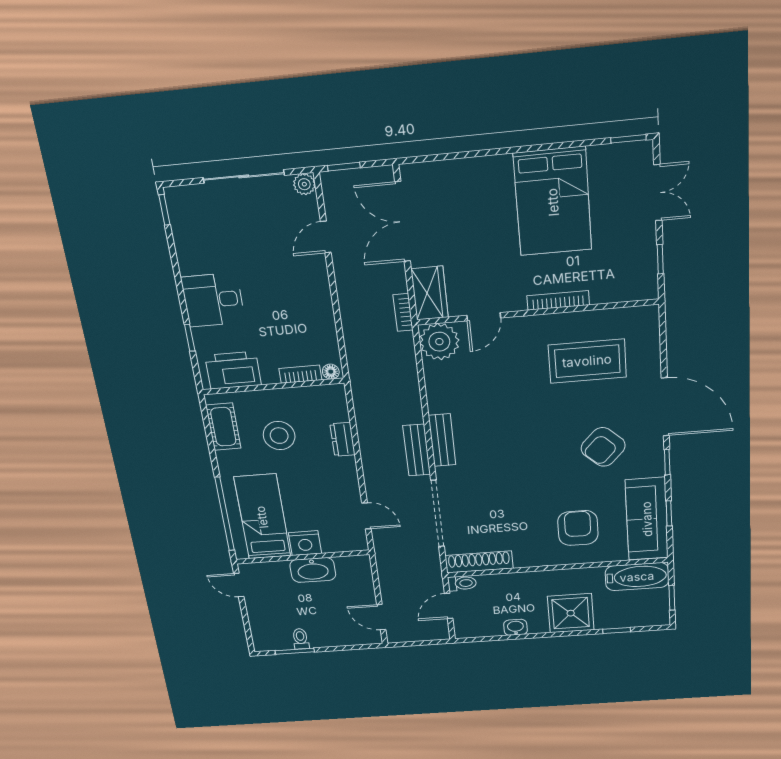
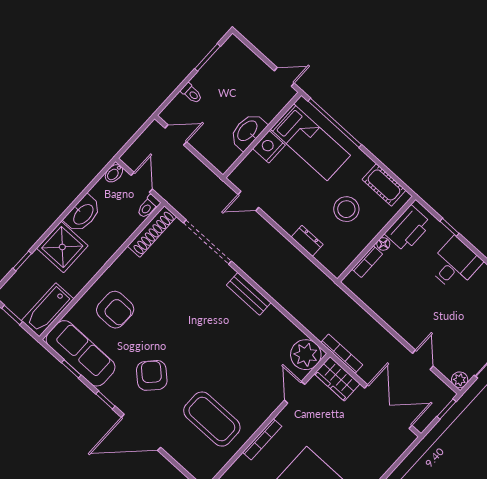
bookcase: (403, 312) -> (342, 354), width x1.56
coffee table: (587, 361) -> (212, 419), turned 90
floor lamp: (331, 372) -> (383, 244), moved
bench: (417, 450) -> (258, 274), removed
washbasin: (515, 627) -> (83, 214), width x1.91, depth x1.45
bidet: (466, 632) -> (114, 173), added
toilet: (301, 639) -> (191, 93), moved

